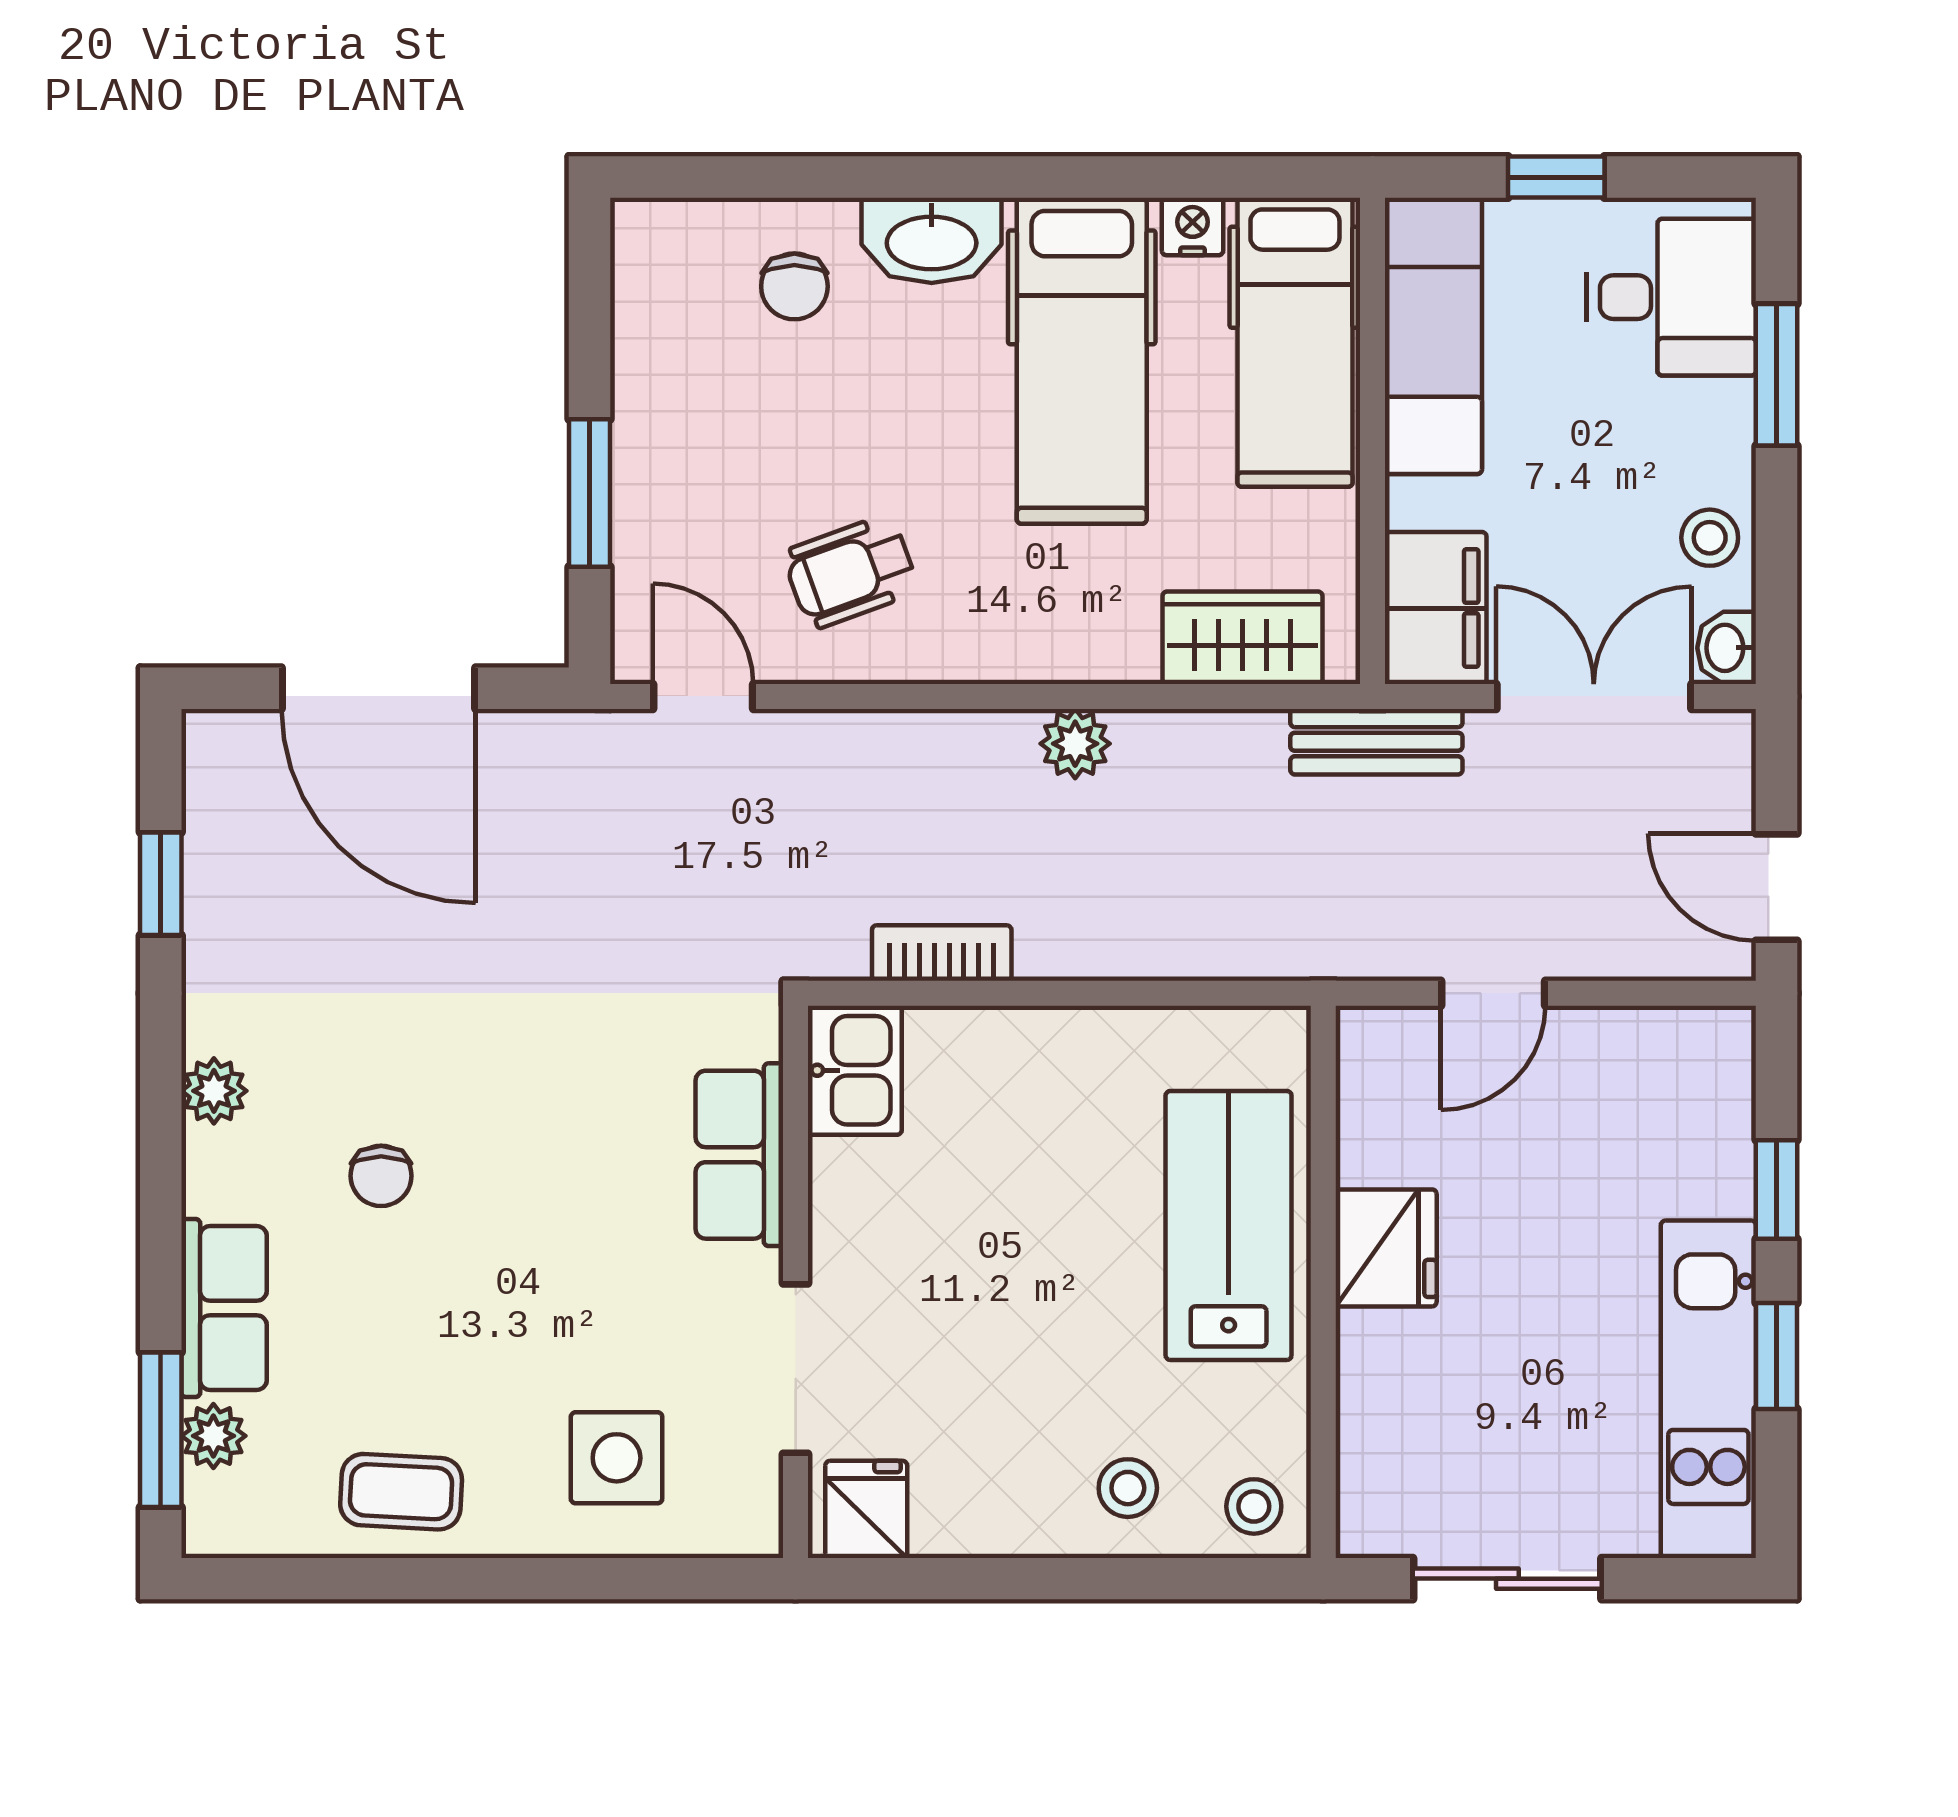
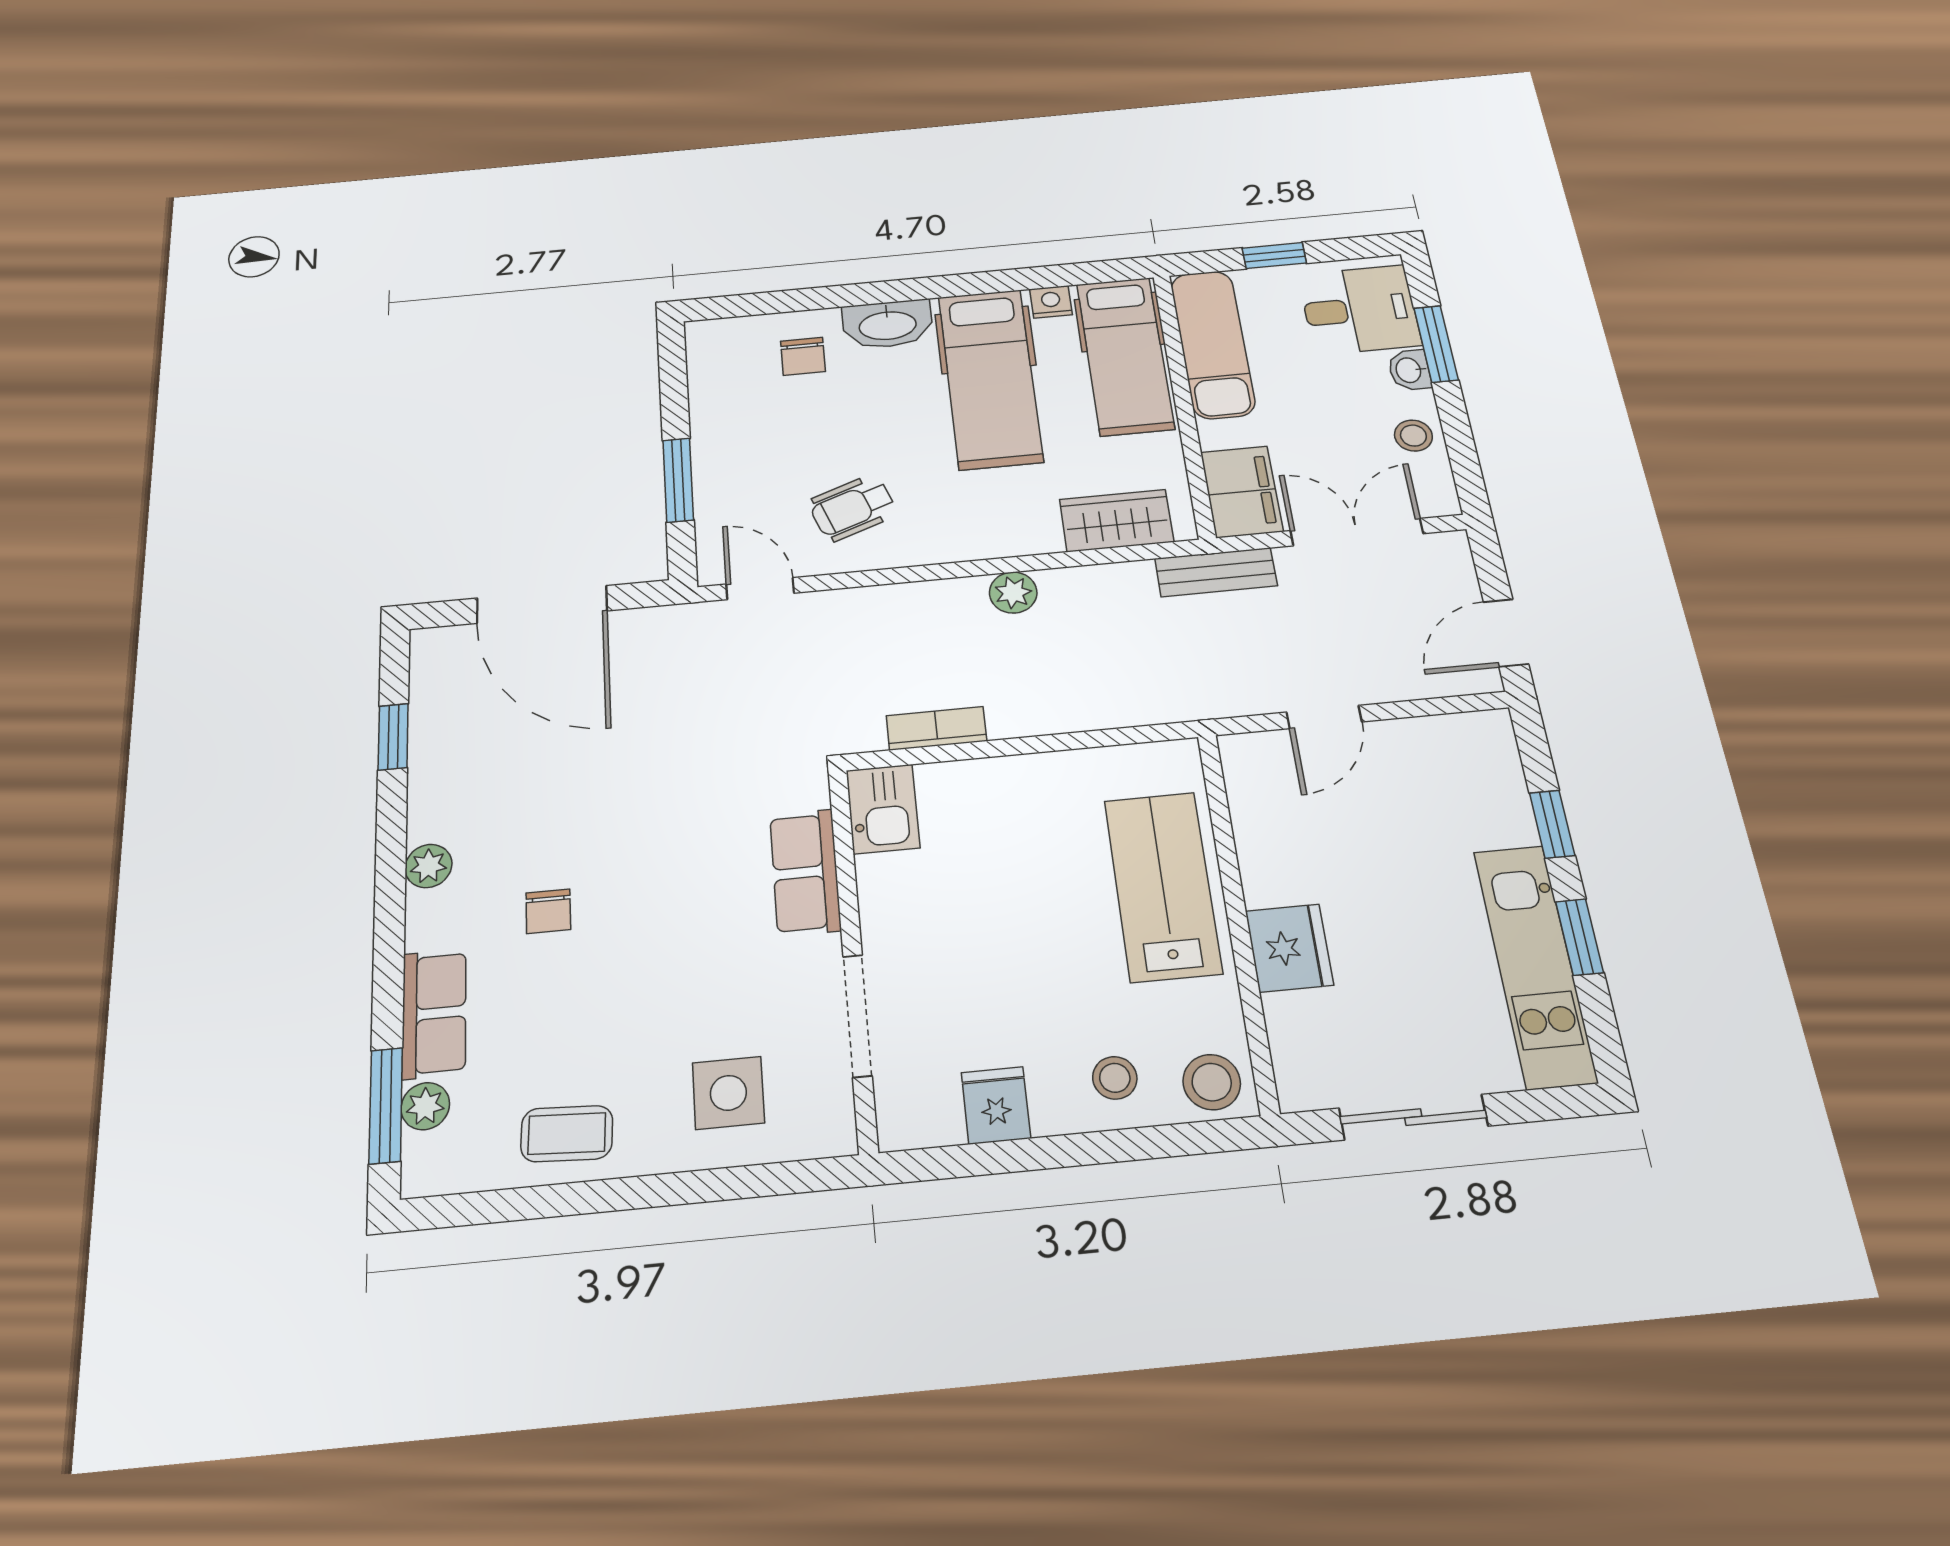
washbasin: (1727, 648) -> (1409, 370), moved
door: (1777, 887) -> (1506, 633), hinge flipped
fridge: (1386, 1248) -> (1289, 948), moved
stool: (1254, 1506) -> (1212, 1082), width x1.37, depth x1.37
fridge: (866, 1509) -> (996, 1105), moved

